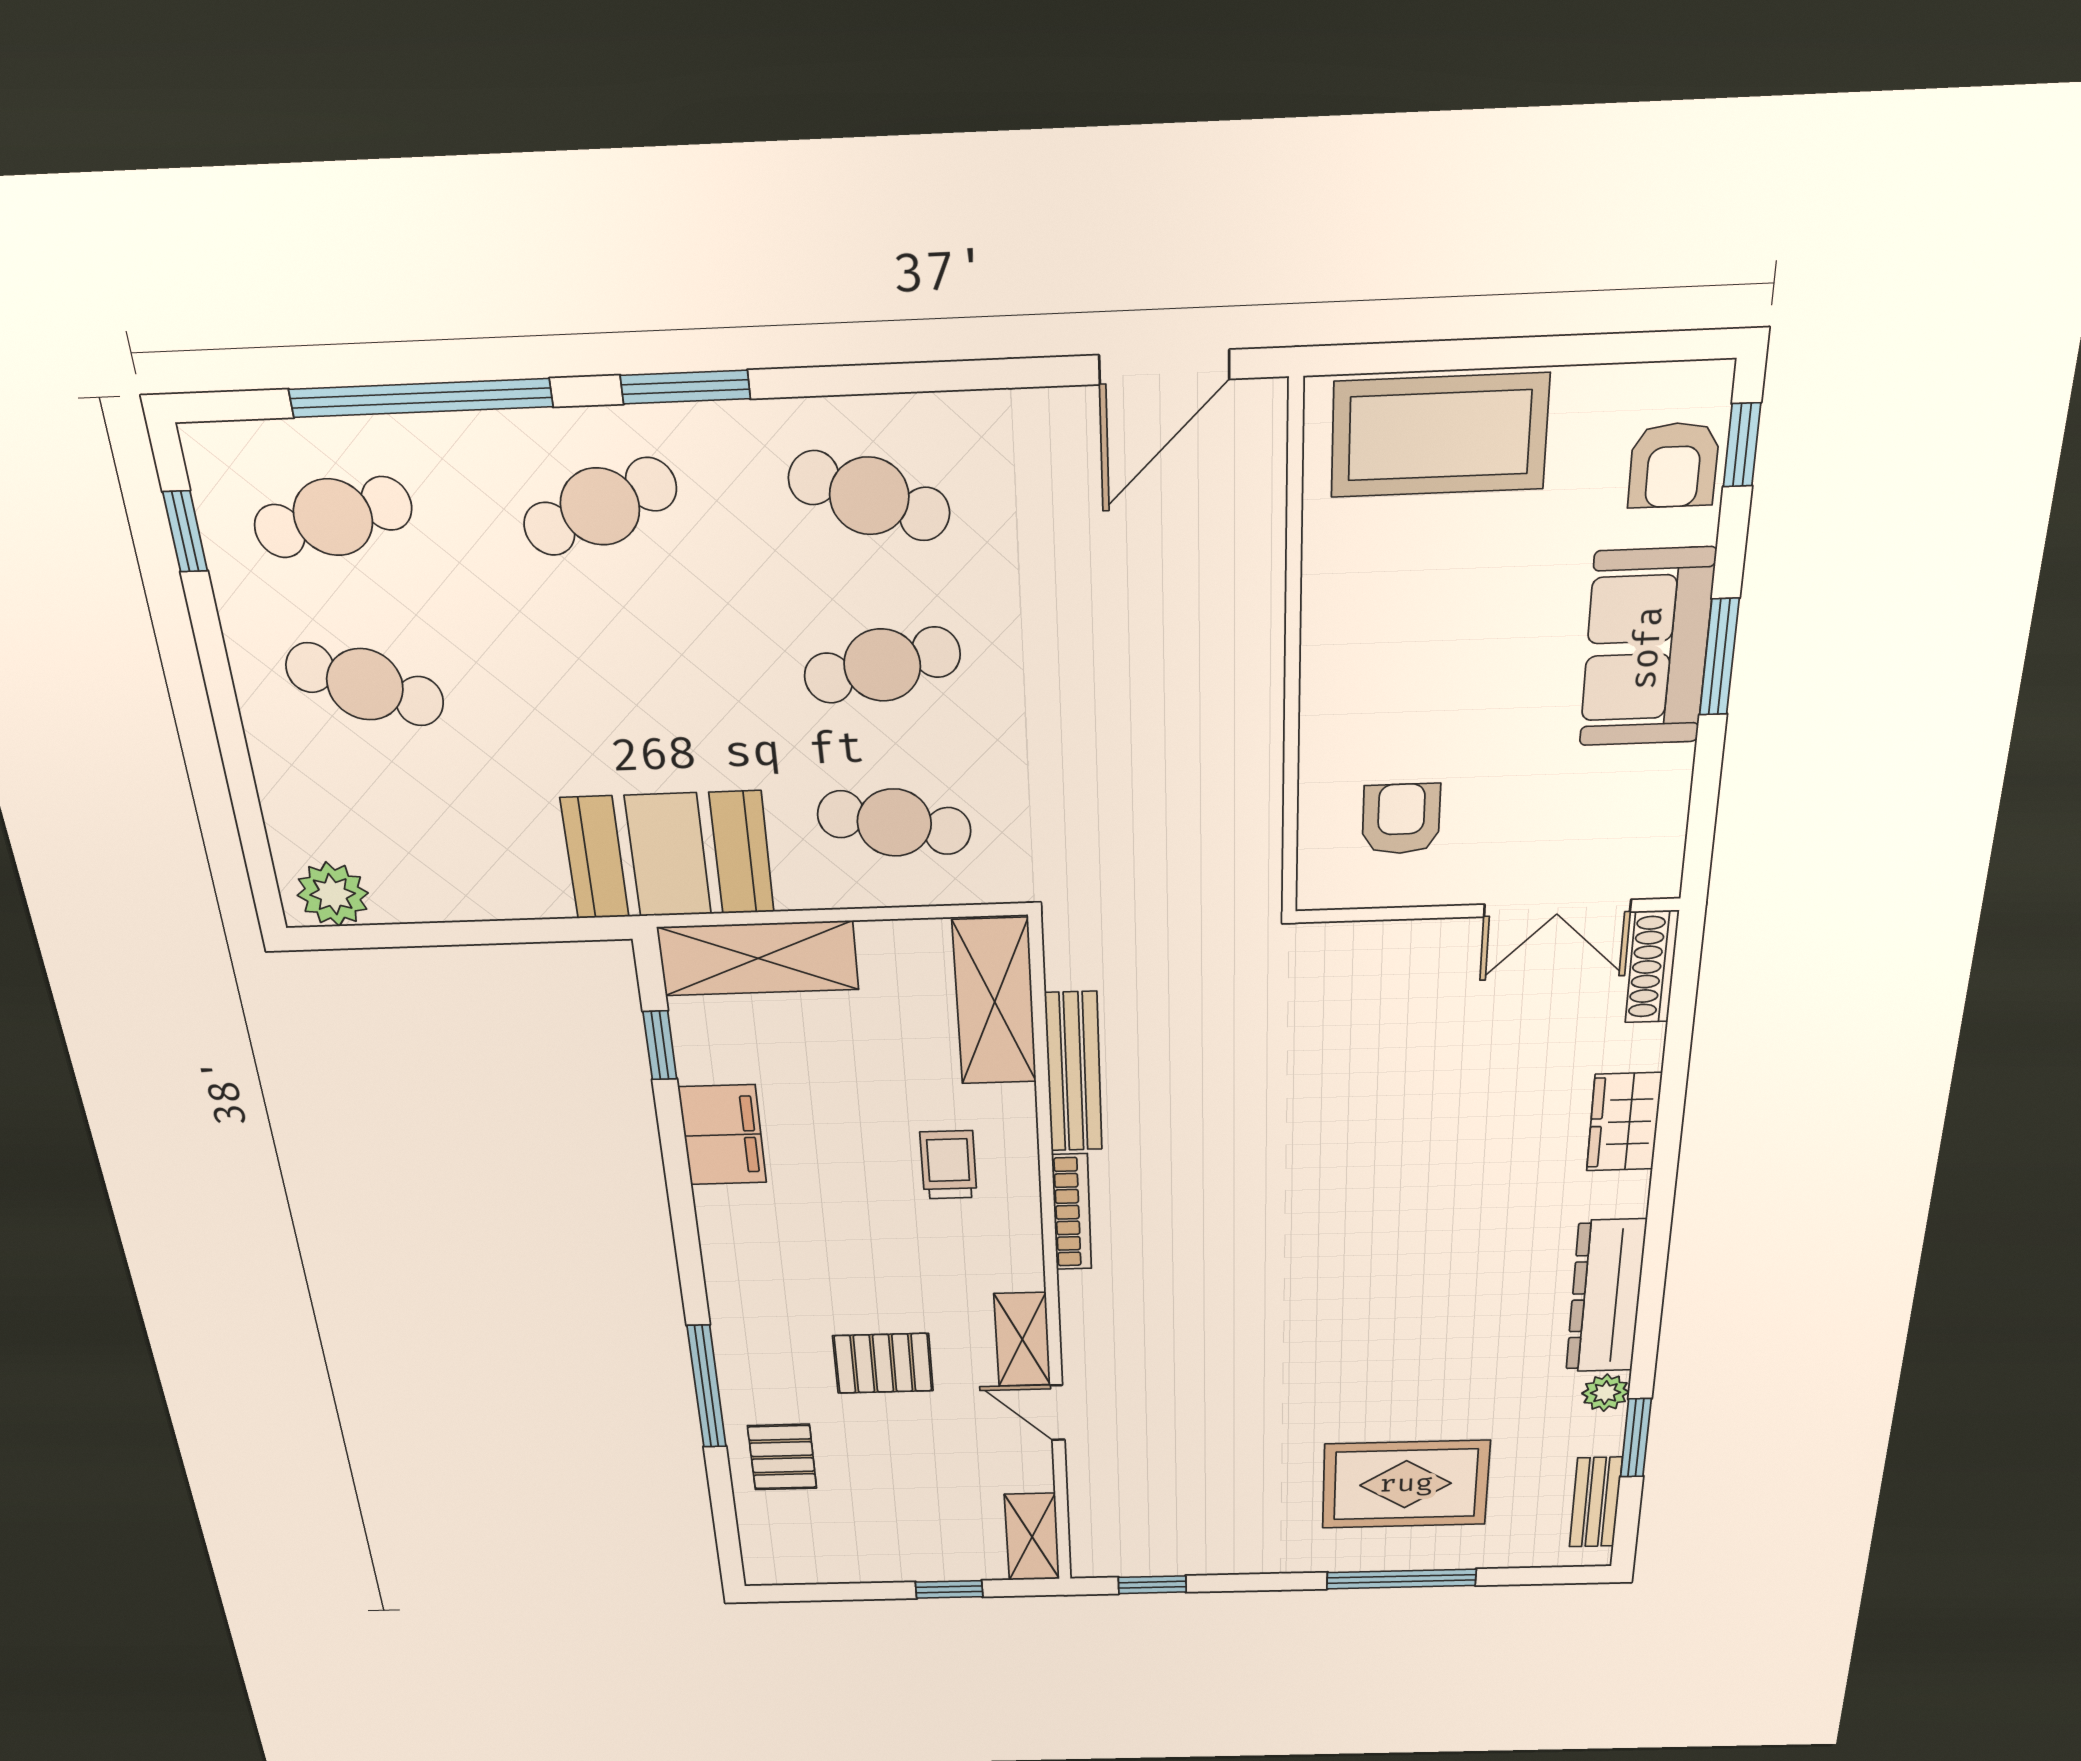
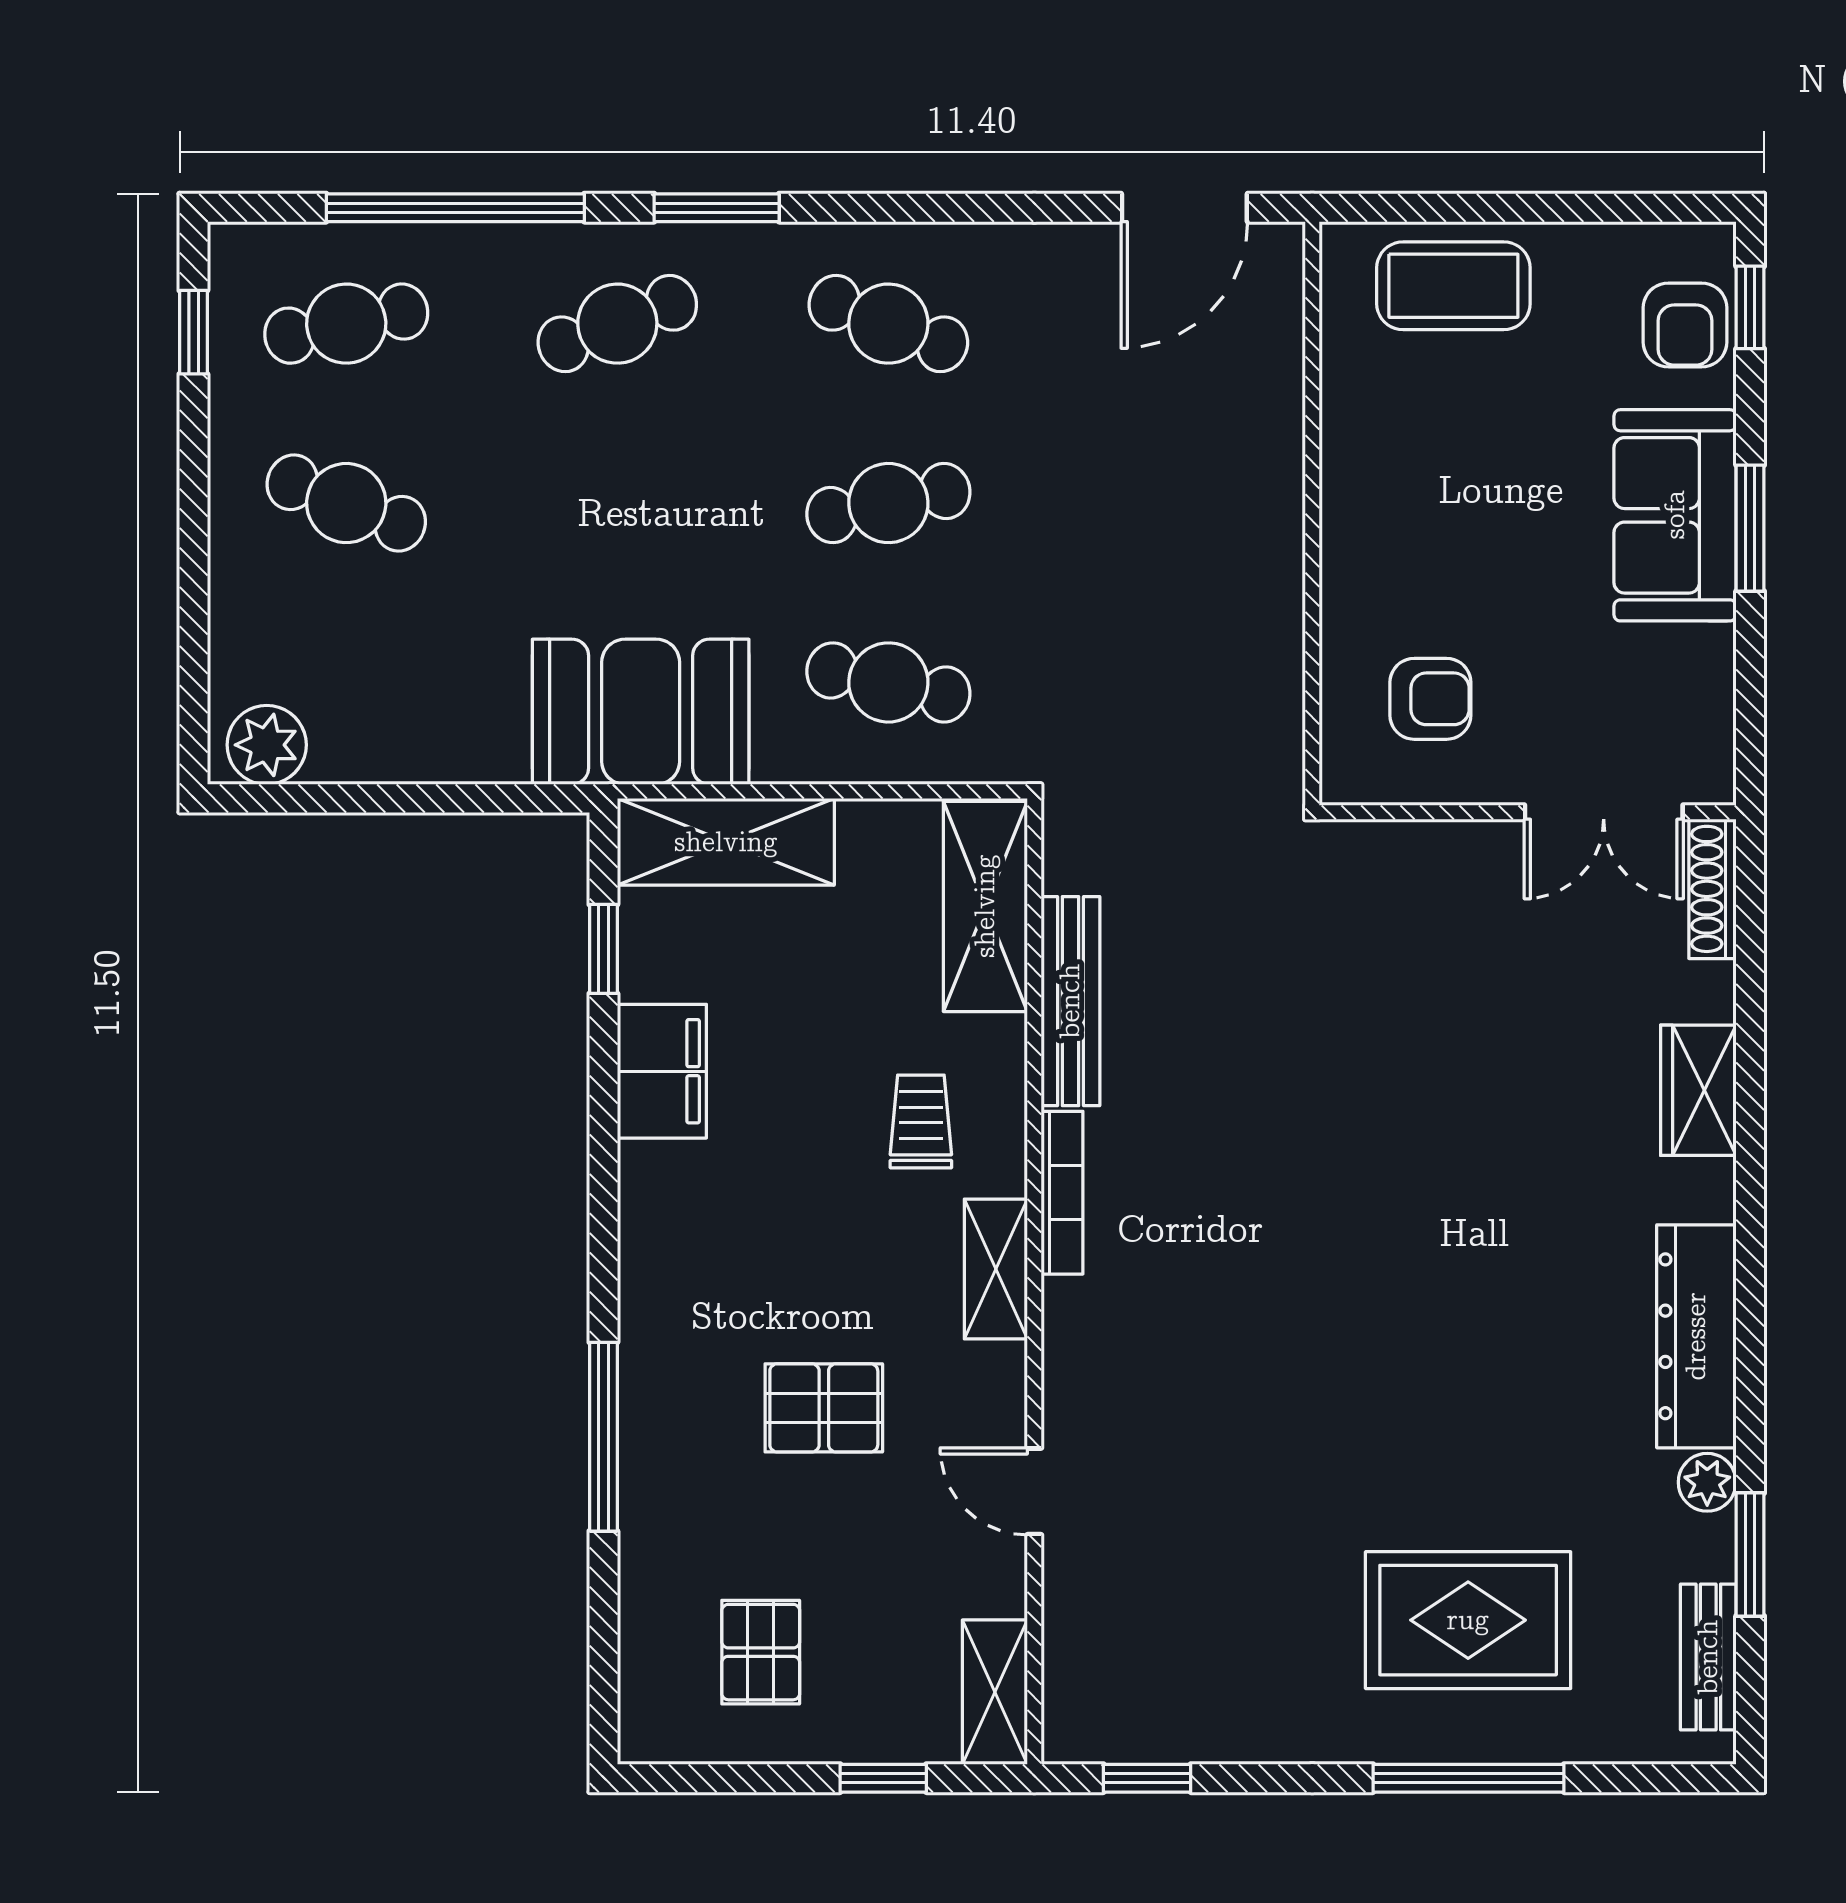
coffee table: (1439, 435) -> (1453, 286), width x0.73, depth x0.76
armchair: (1401, 819) -> (1430, 699), turned 90
shelving: (1022, 1340) -> (996, 1269), moved
pallet: (782, 1457) -> (761, 1652), moved

